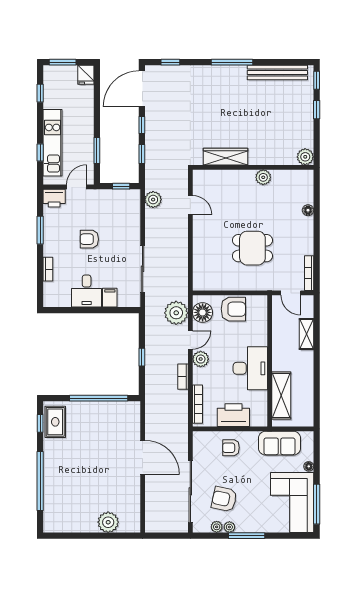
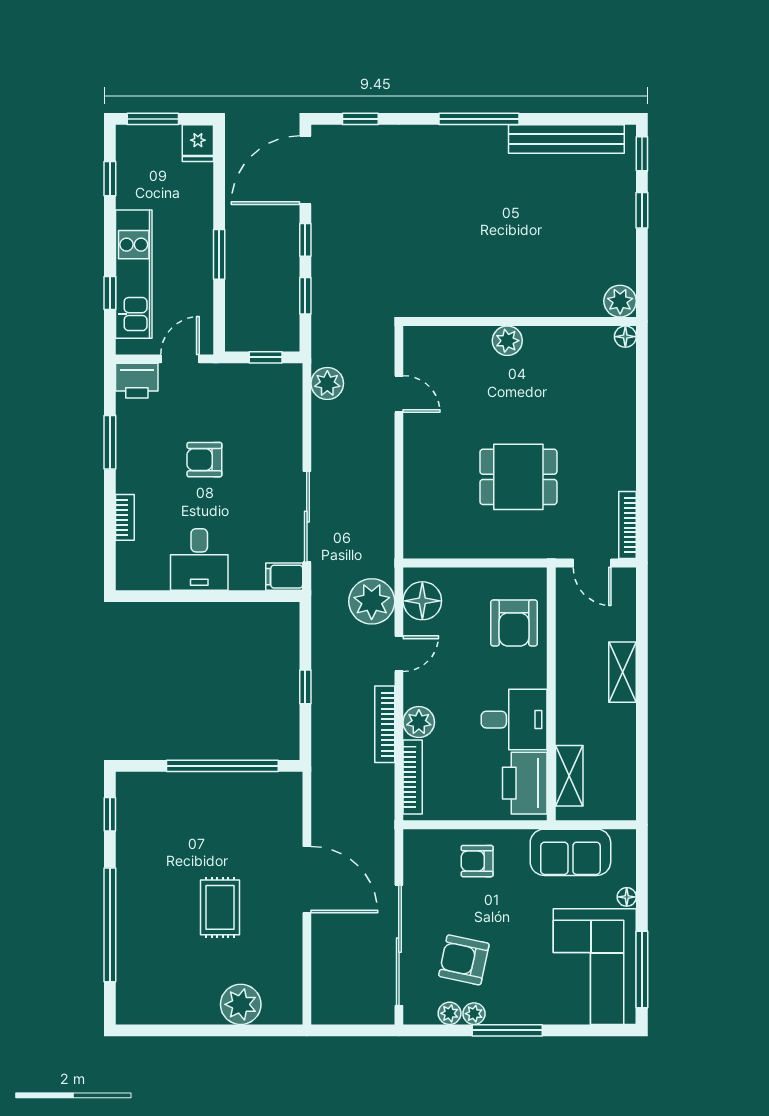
window: (97, 150) -> (219, 254), moved
wardrobe: (226, 157) -> (467, 301), removed
plant: (263, 177) -> (507, 341), moved
floor lamp: (308, 210) -> (625, 337), moved
filing cabinet: (110, 298) -> (284, 577), moved, turned -90
armchair: (233, 309) -> (514, 623), moved, turned 90
shelving: (307, 334) -> (622, 672), moved
plant: (201, 359) -> (419, 722), moved
desk: (250, 368) -> (514, 720), width x0.73
bookcase: (183, 377) -> (385, 724), width x1.56
shelving: (281, 396) -> (569, 776), width x0.67, depth x0.75
printer: (233, 415) -> (525, 783), moved, turned -90
rug: (55, 422) -> (220, 907), moved

